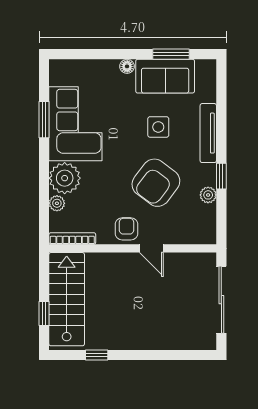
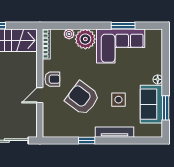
plant: (208, 195) -> (74, 132), removed

